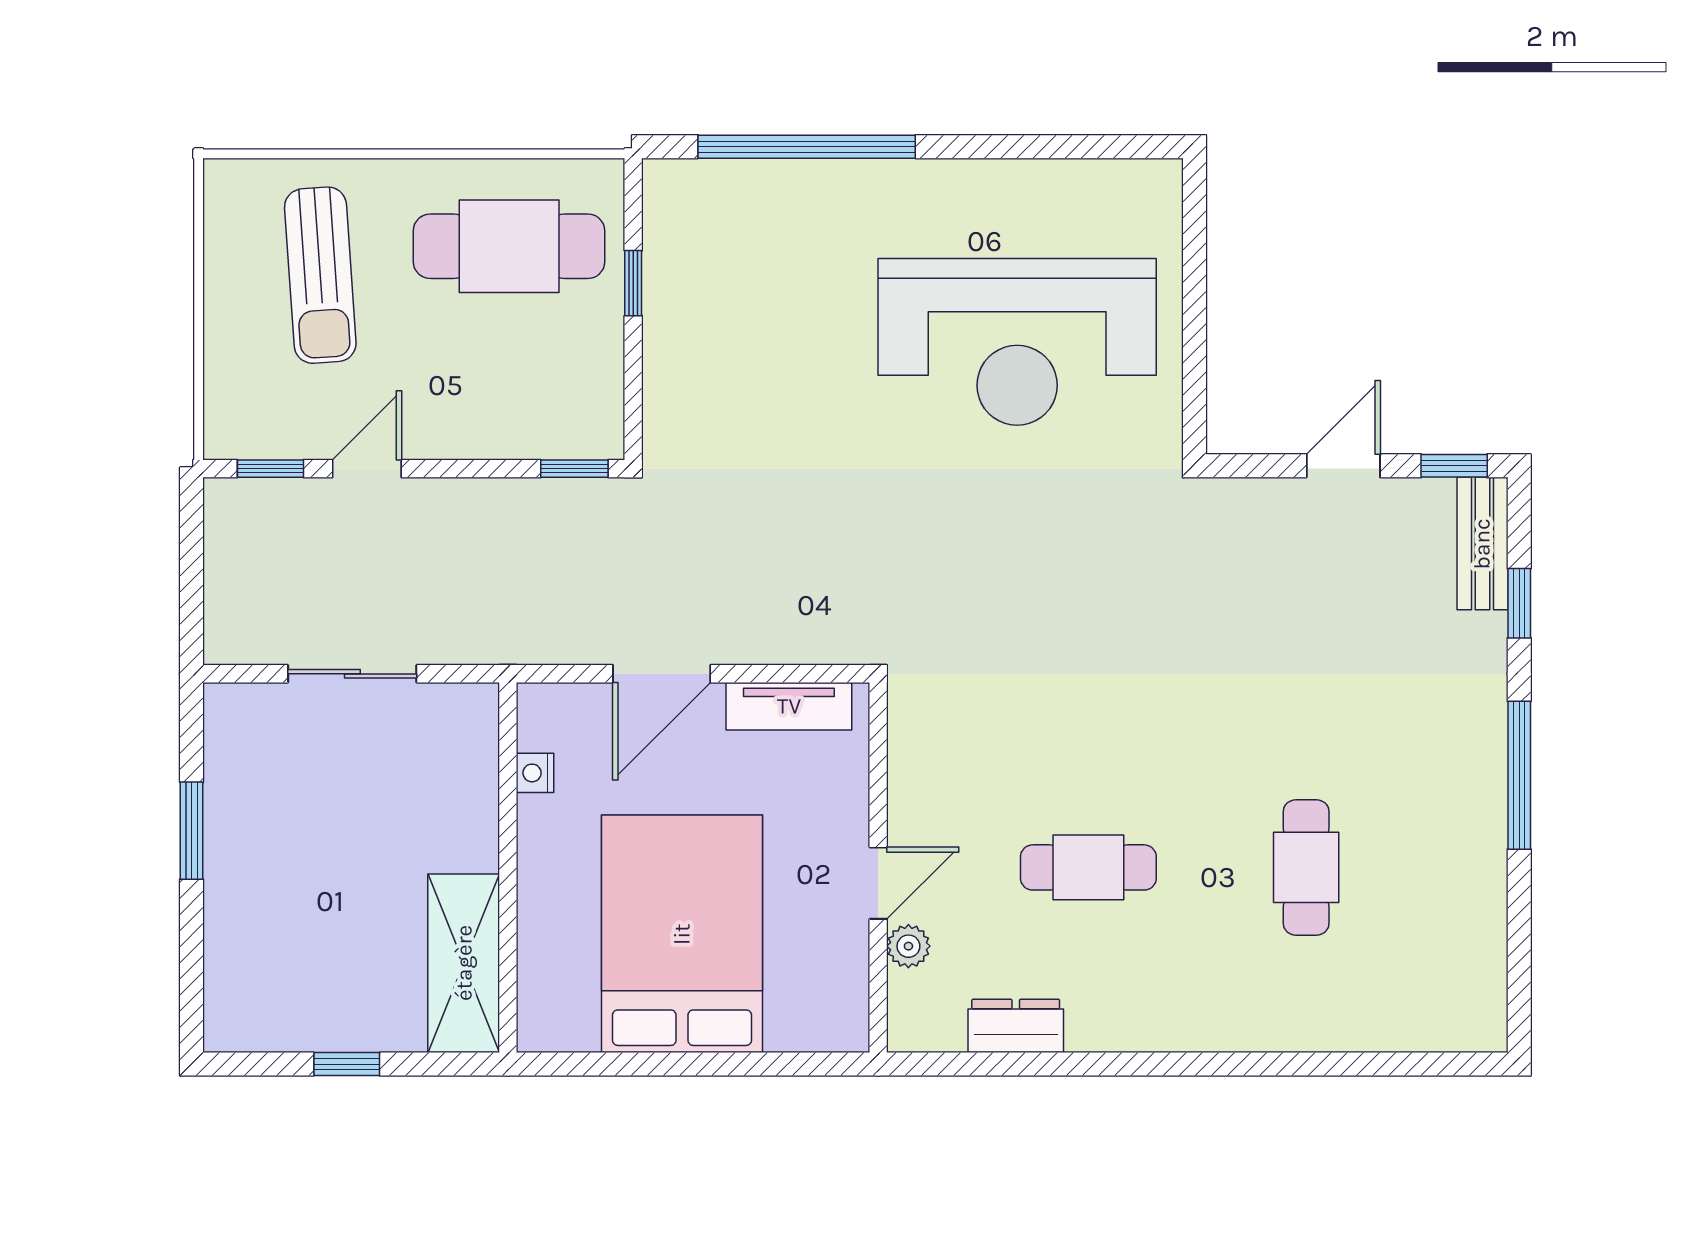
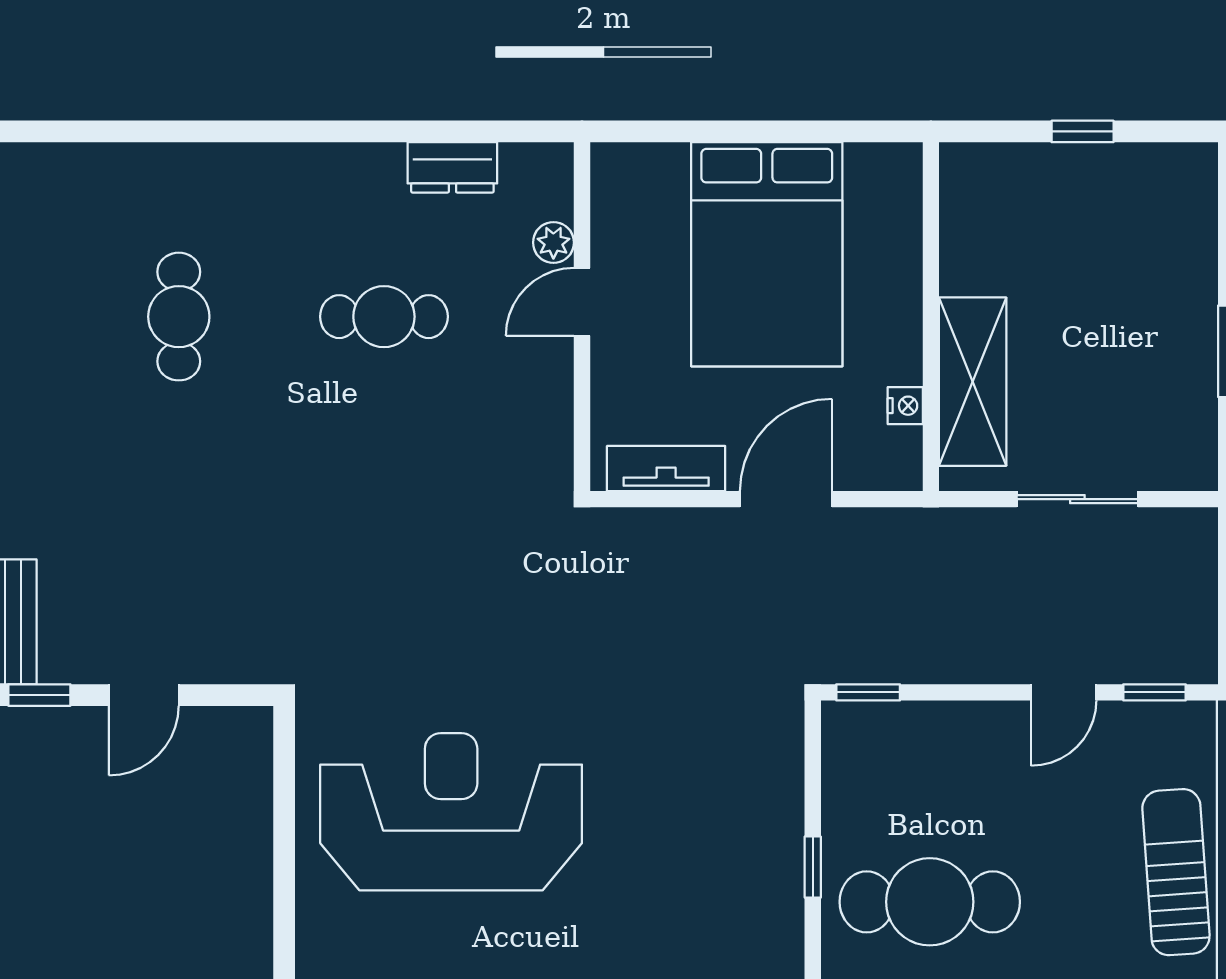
sun lounger: (320, 275) -> (1176, 872), moved
shelving: (464, 963) -> (973, 382), moved

